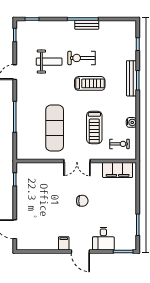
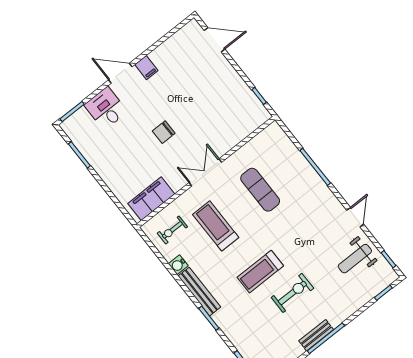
weight bench: (49, 62) -> (355, 259), moved
bench: (131, 78) -> (199, 292), moved
exercise mat: (55, 128) -> (260, 190), width x0.73, depth x0.69

